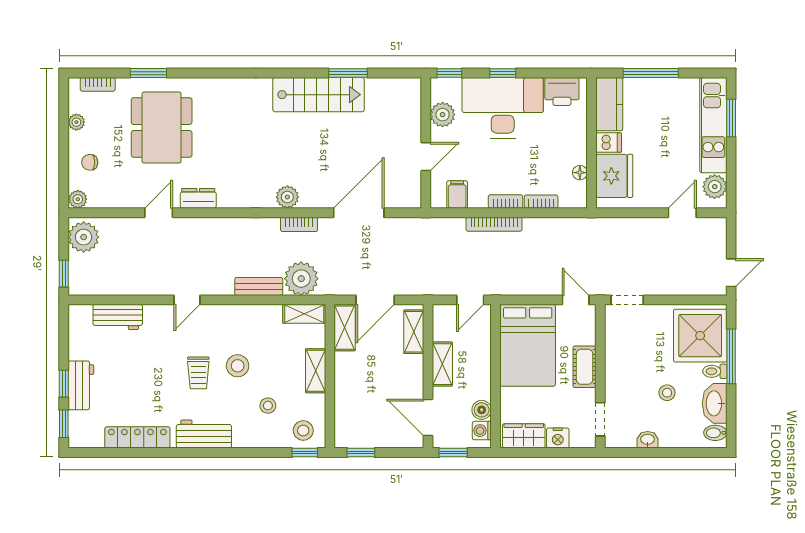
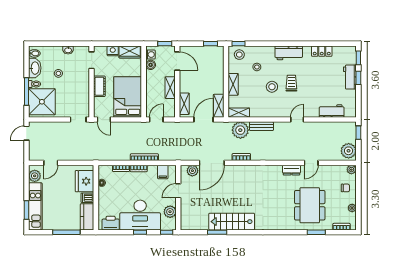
plant: (287, 197) -> (192, 171), moved
locker: (137, 437) -> (322, 51), width x0.66

